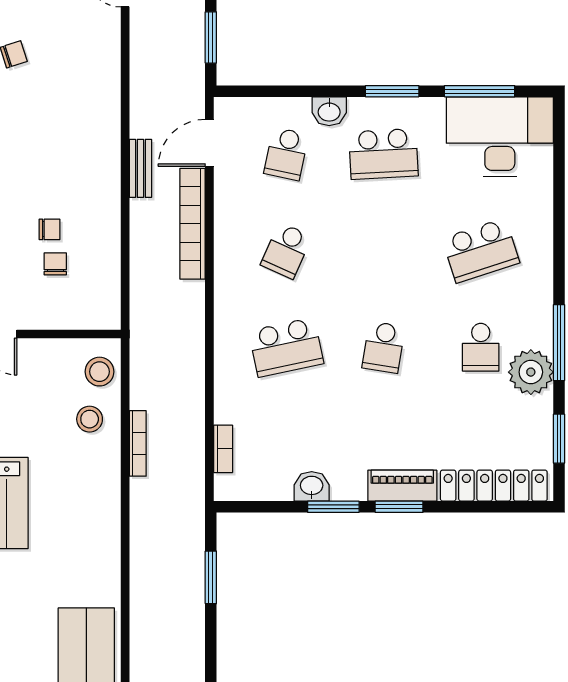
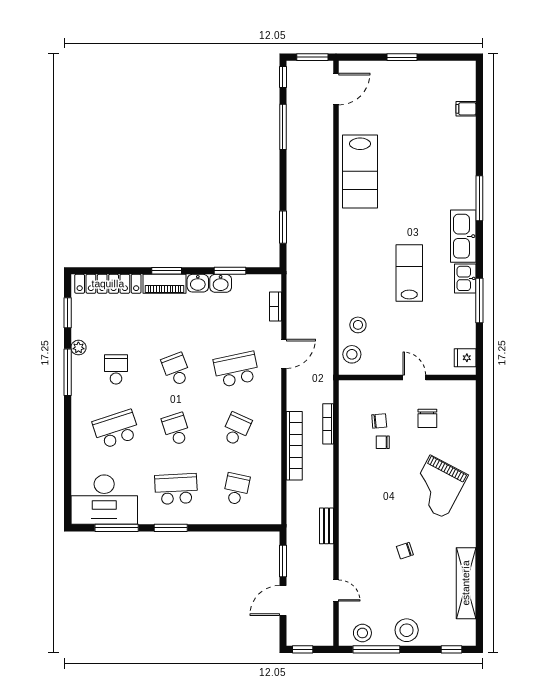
washbasin: (329, 111) -> (198, 283), moved, turned 180
door: (209, 143) -> (284, 354), moved
bench: (140, 168) -> (326, 526), moved
school desk: (383, 251) -> (176, 429), added
chair: (55, 264) -> (379, 421), turned -95
school desk: (383, 347) -> (176, 369), turned -30
plant: (531, 372) -> (78, 348), width x0.53, depth x0.53
bookcase: (138, 443) -> (328, 424), moved
window: (333, 507) -> (230, 271), moved

